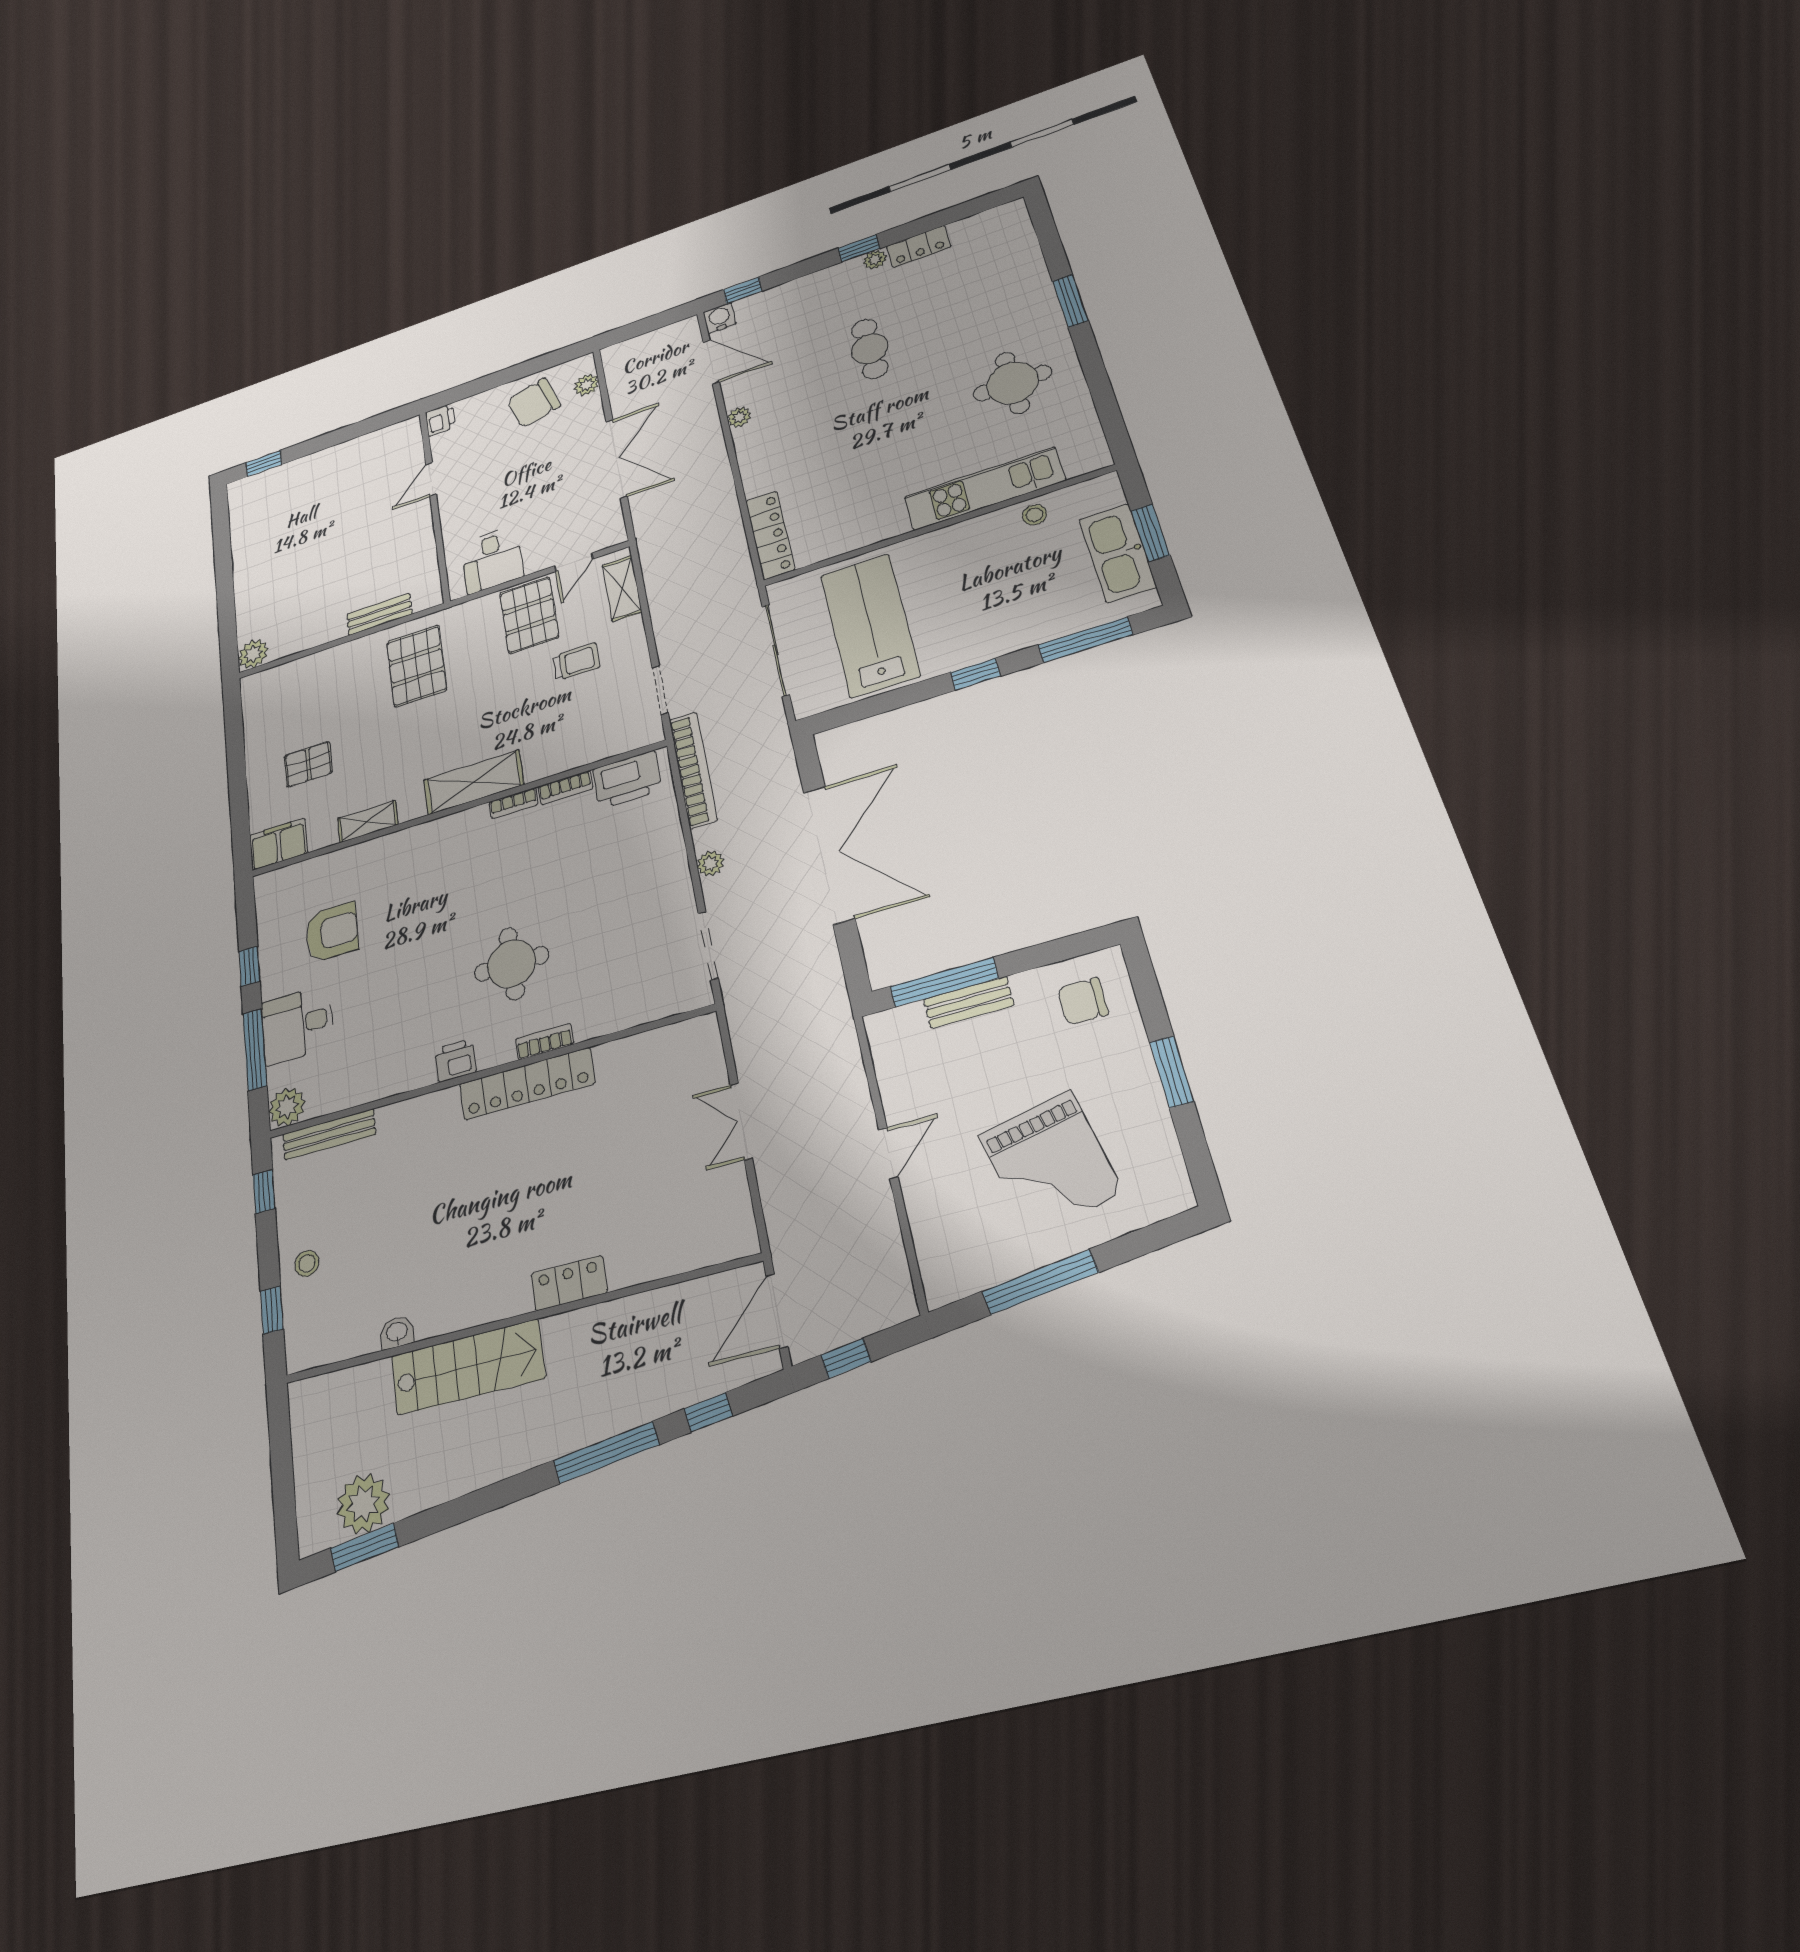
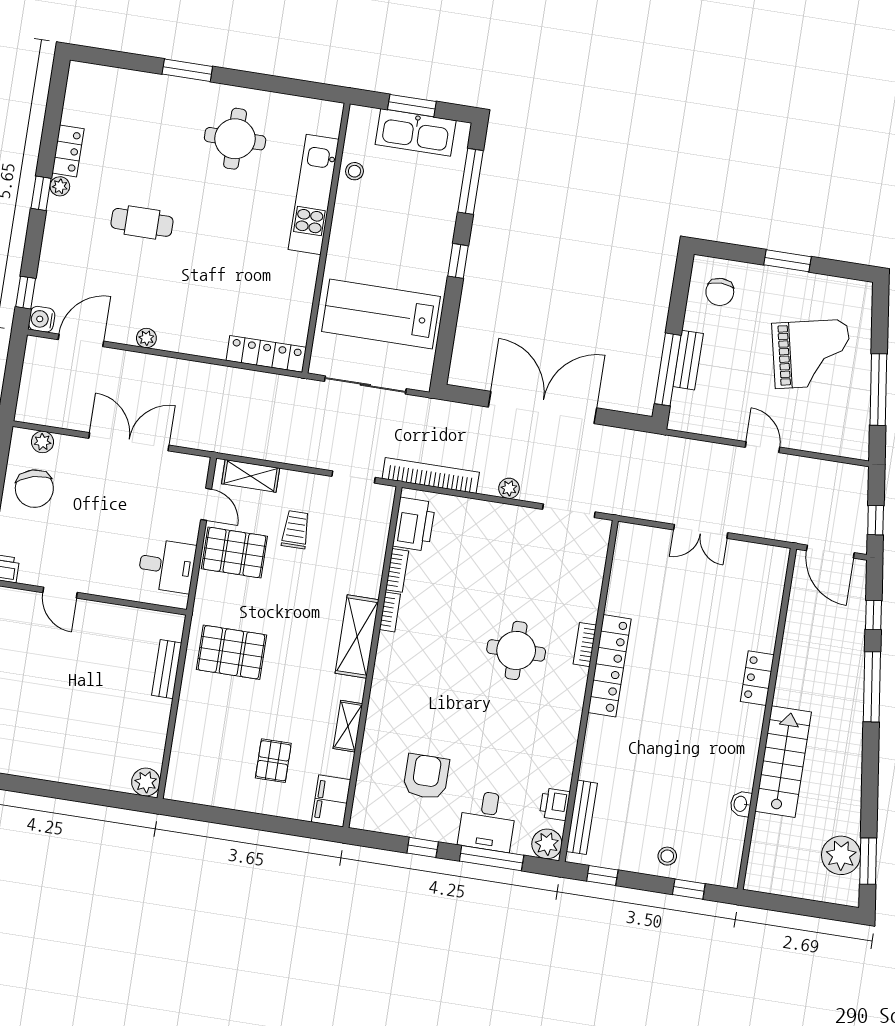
printer: (456, 1060) -> (555, 804), moved

